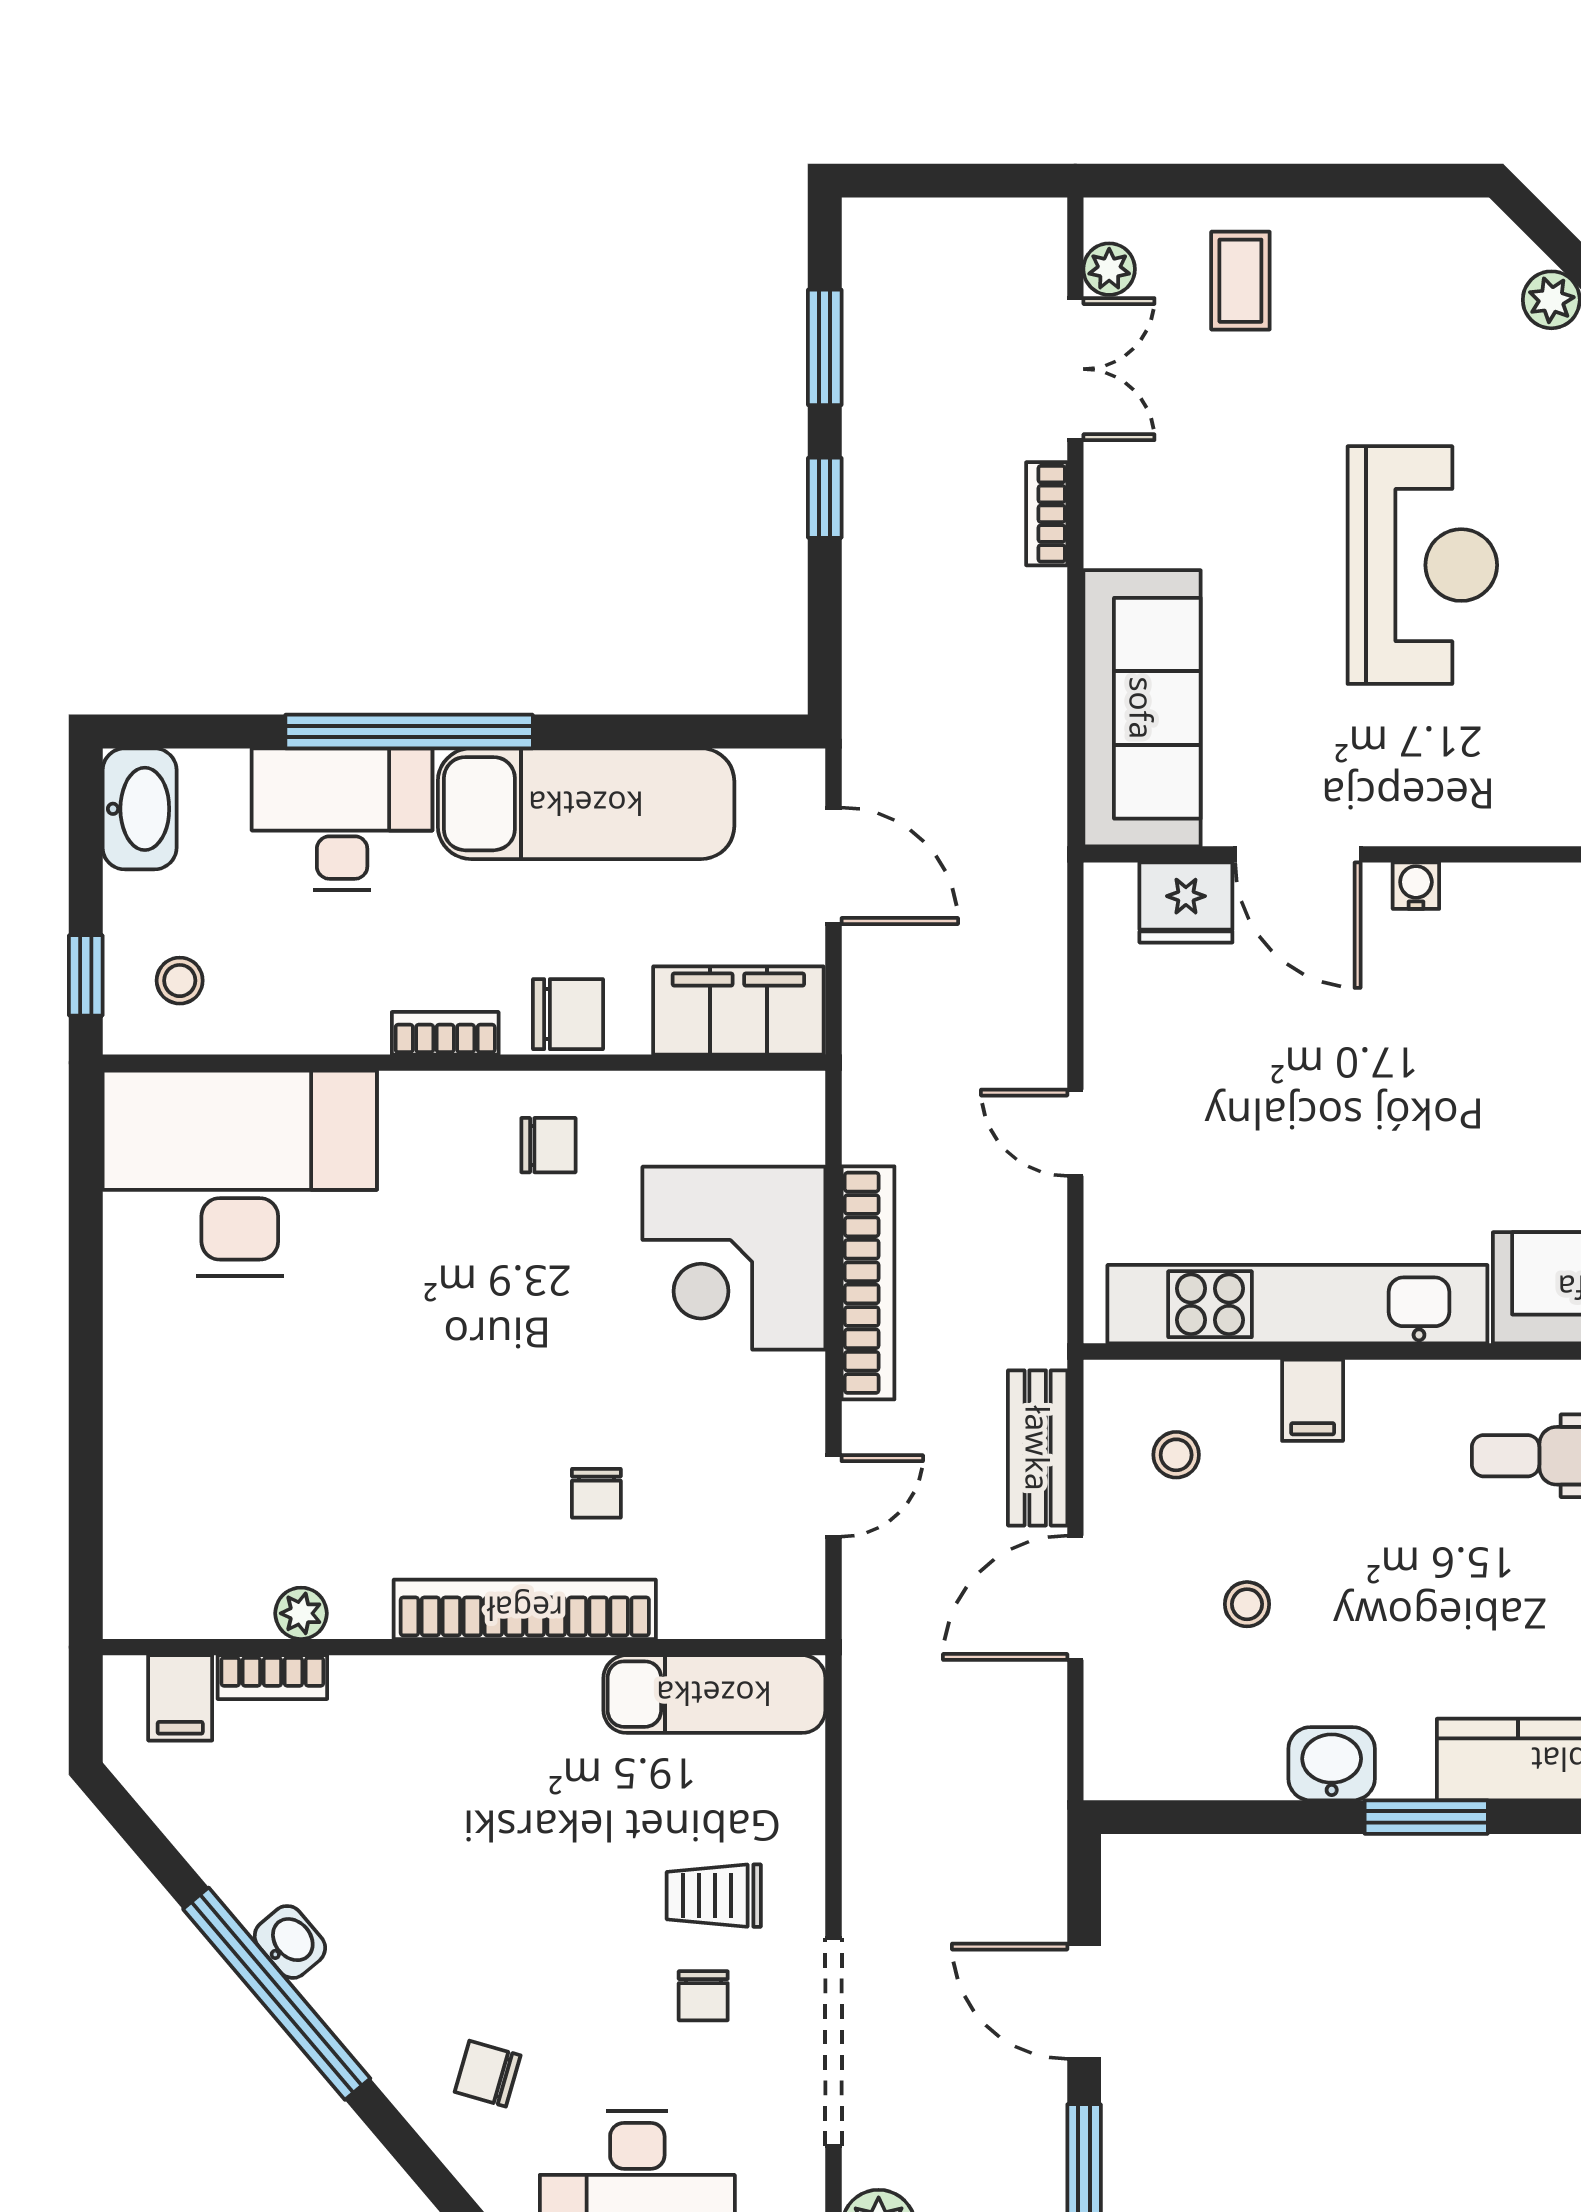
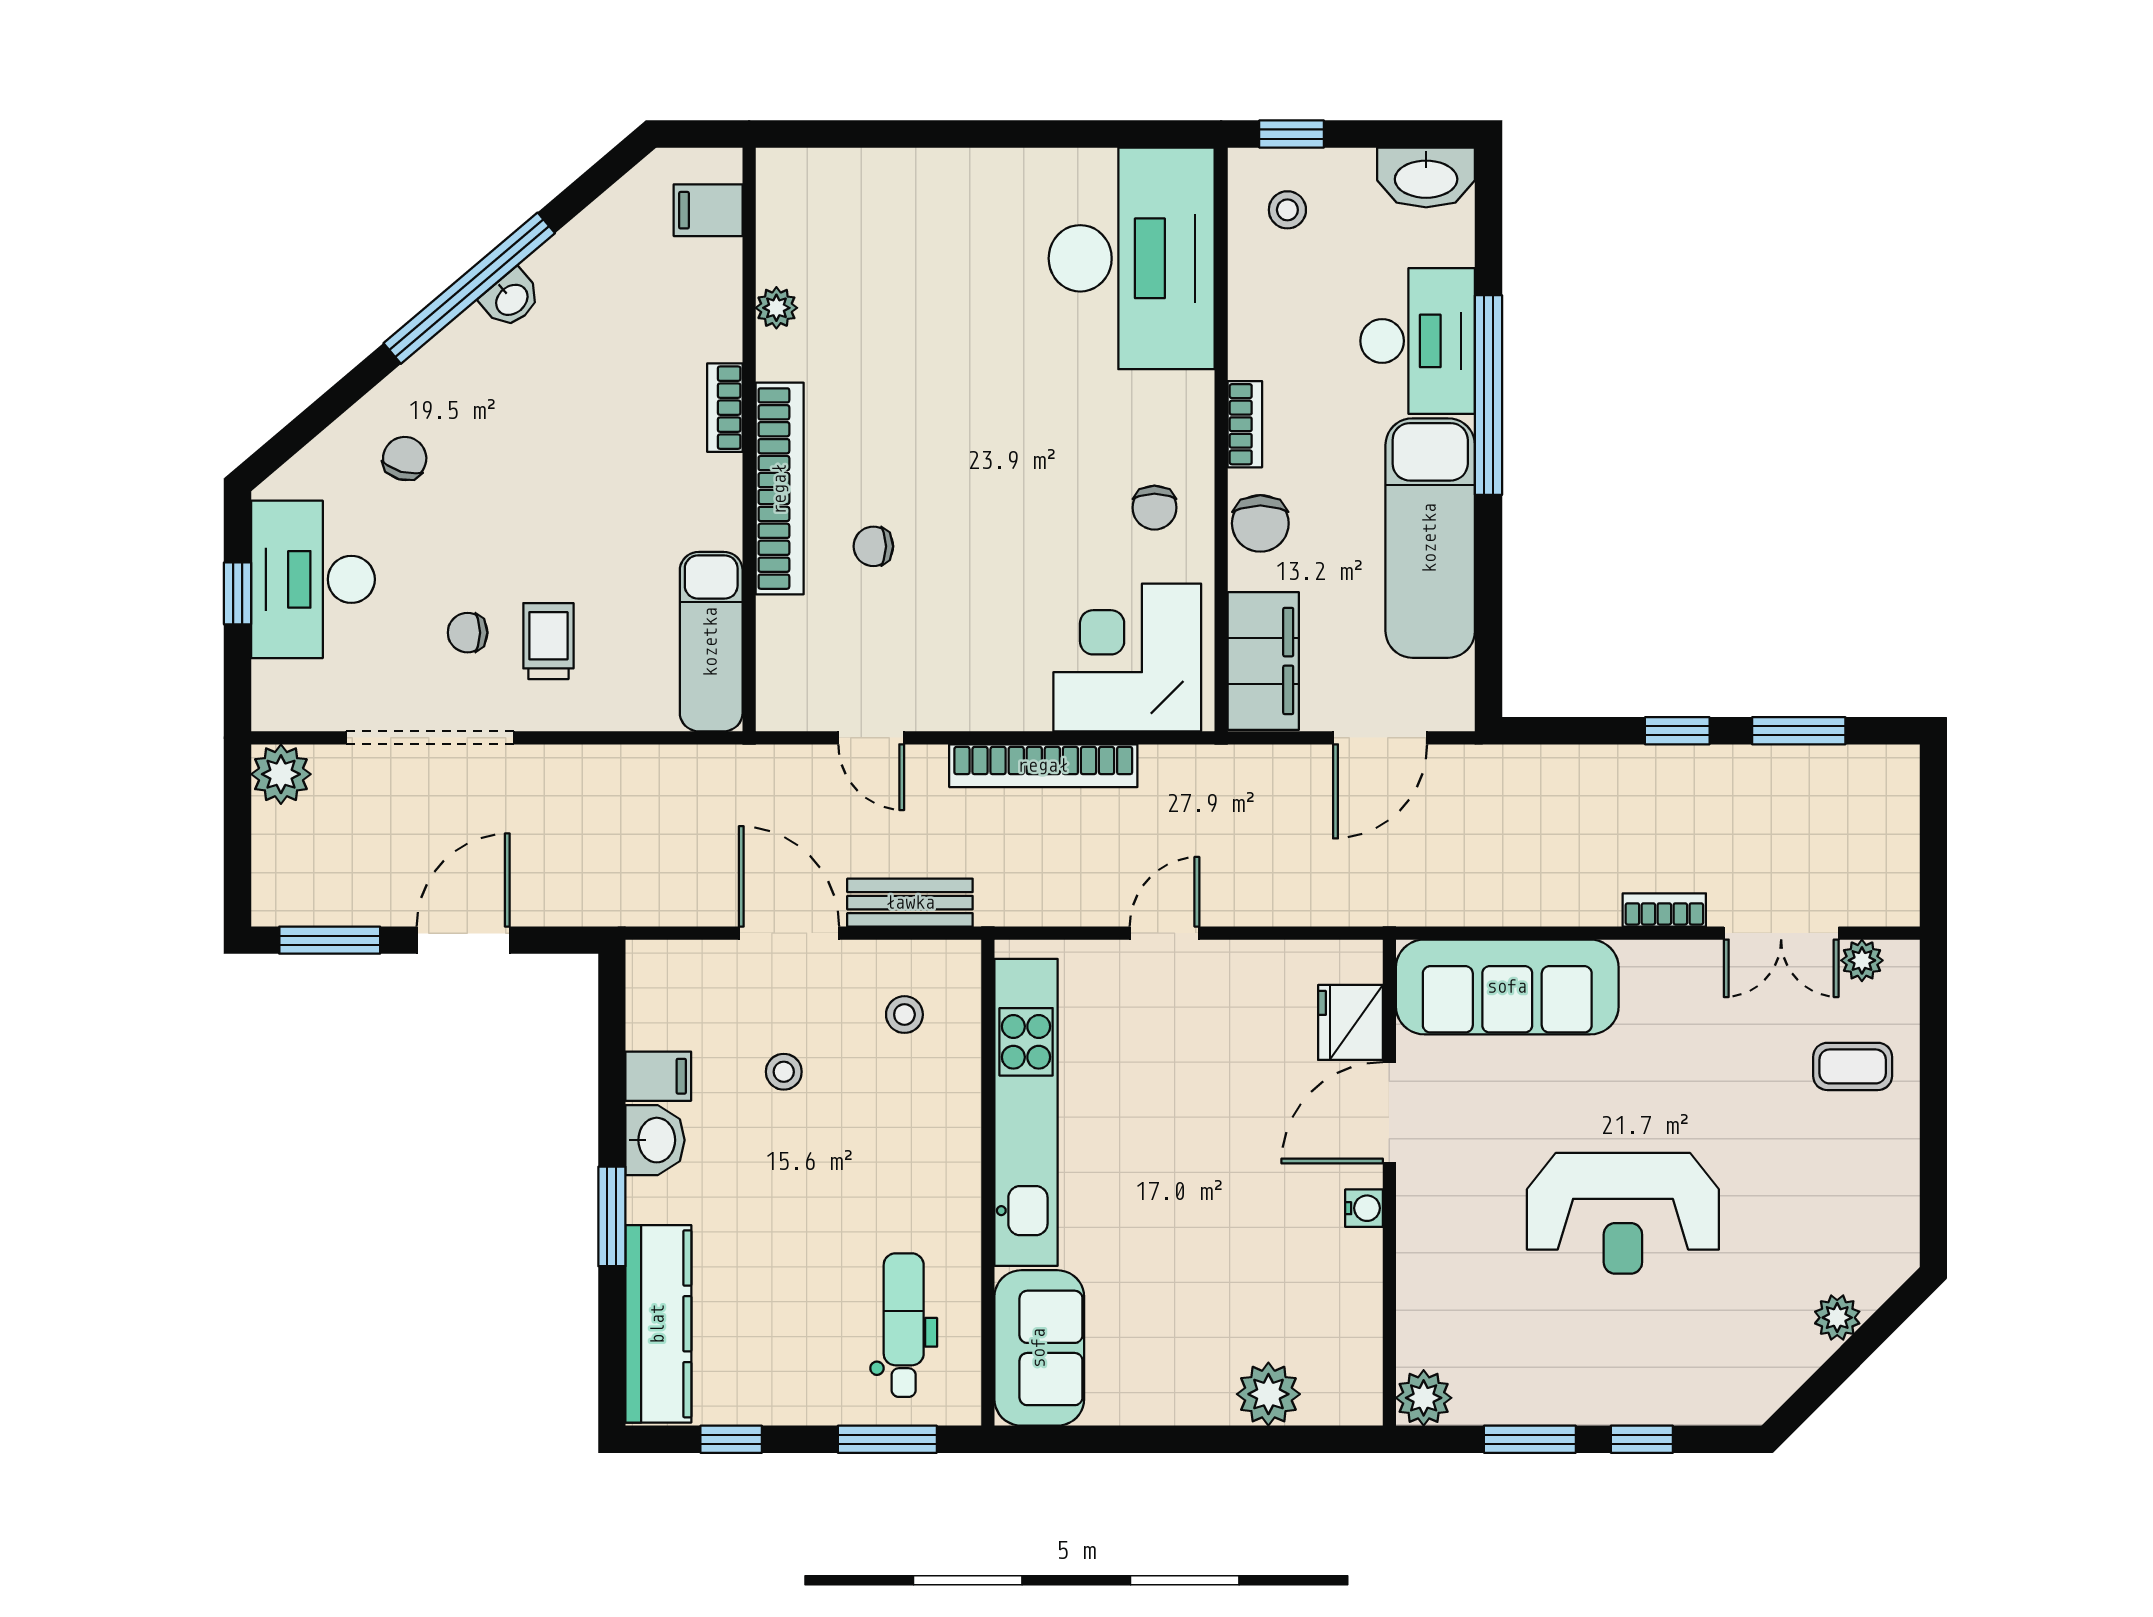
corner desk: (734, 1258) -> (1127, 657), moved
filing cabinet: (1313, 1400) -> (658, 1076), moved, turned 180
bookcase: (272, 1677) -> (725, 408), moved

